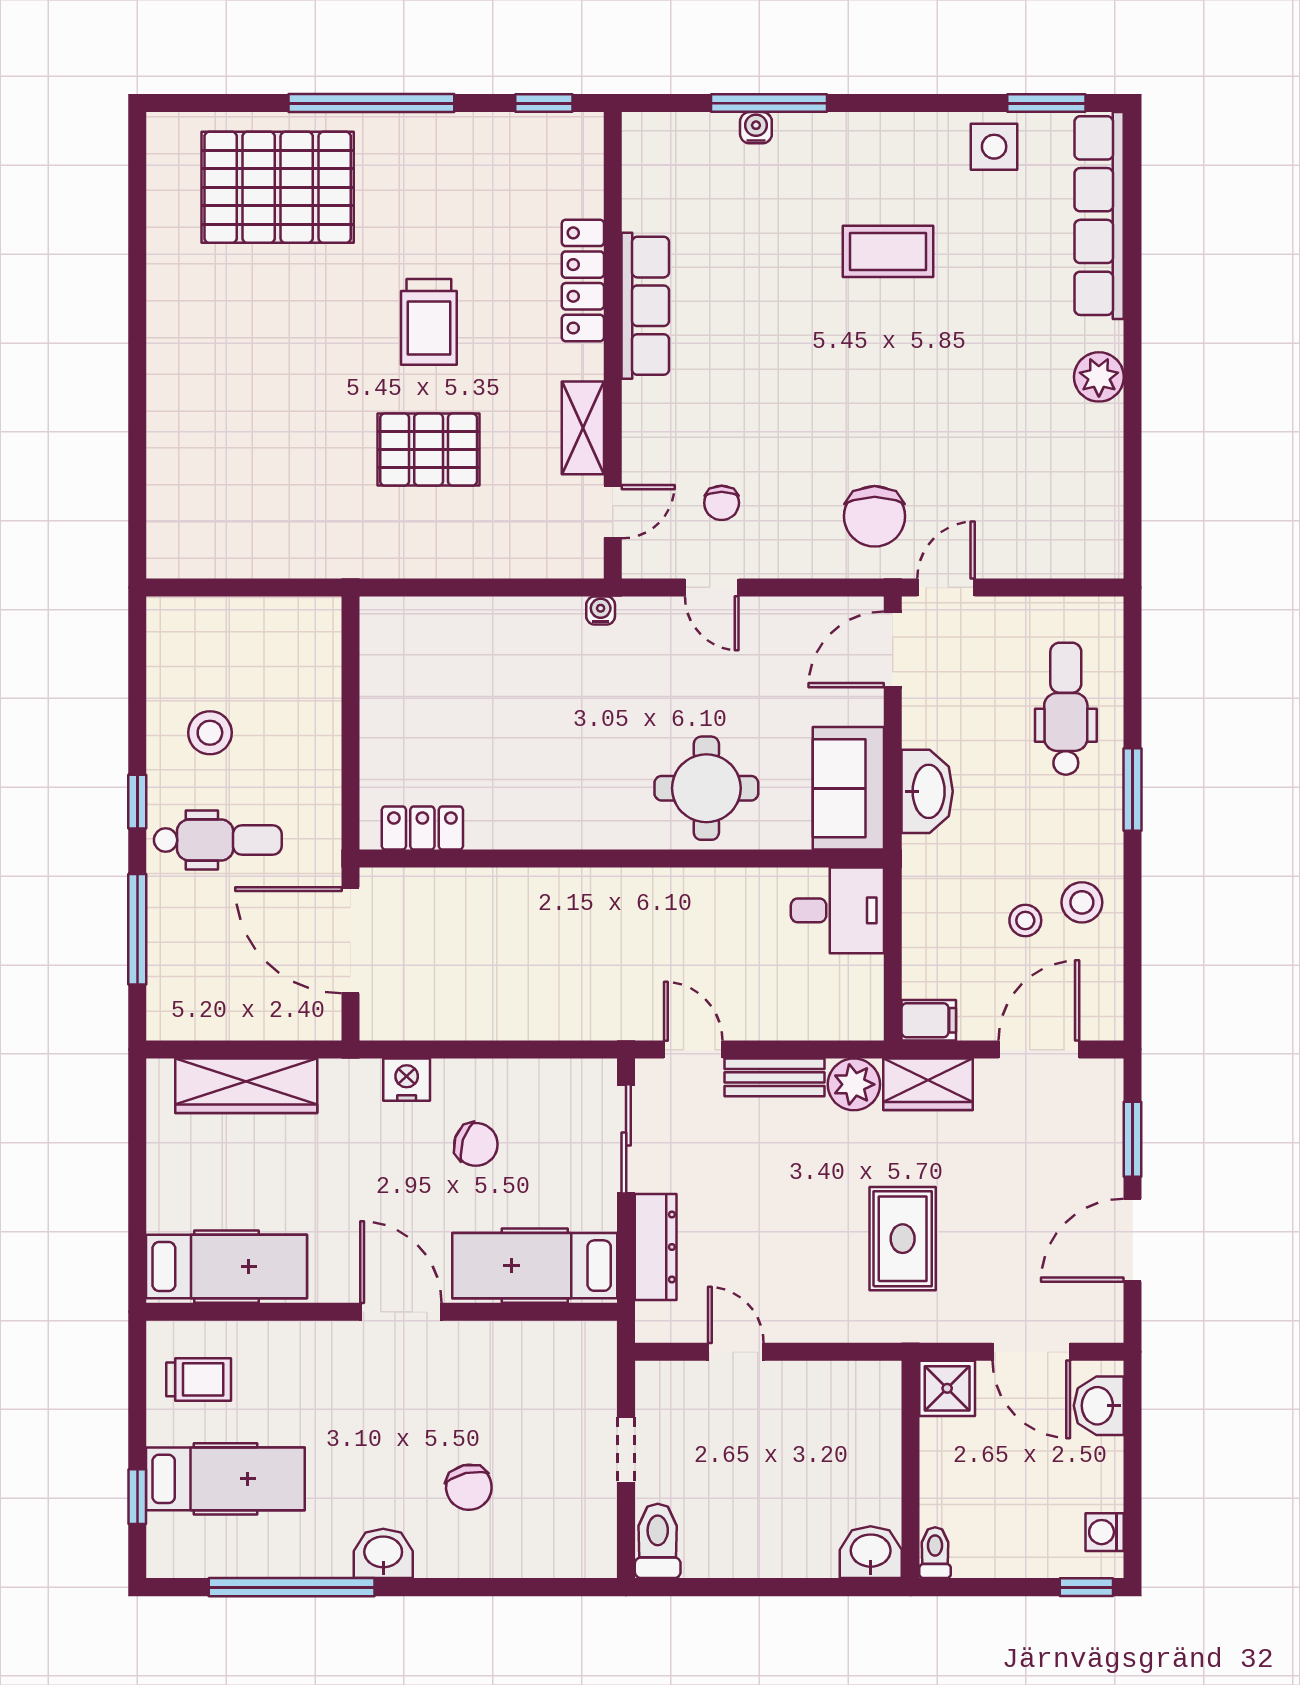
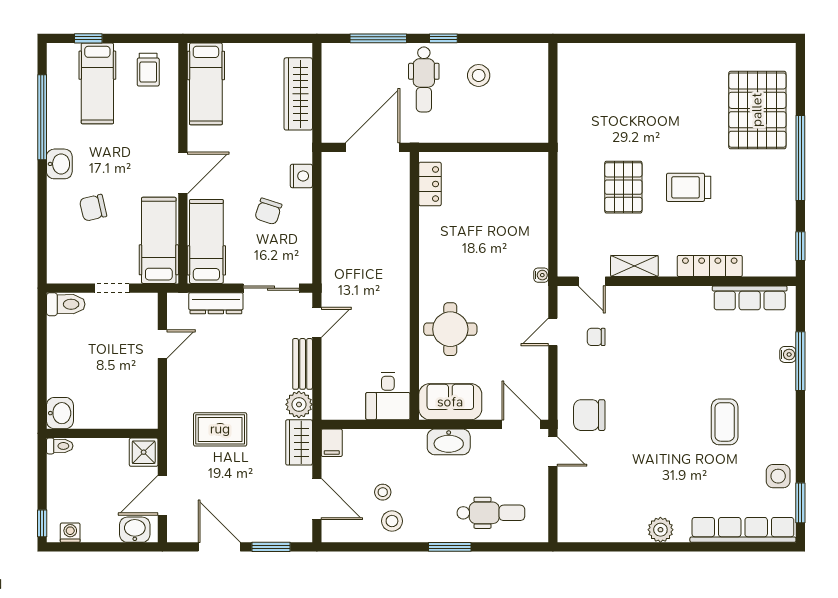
row of seats: (645, 306) -> (750, 298), moved
hospital bed: (533, 1359) -> (159, 240), added

